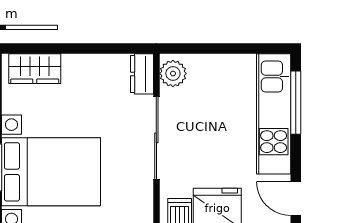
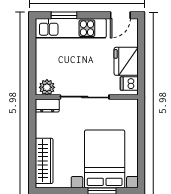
wardrobe: (35, 69) -> (44, 161), width x1.50
window: (296, 103) -> (64, 15), width x0.69

